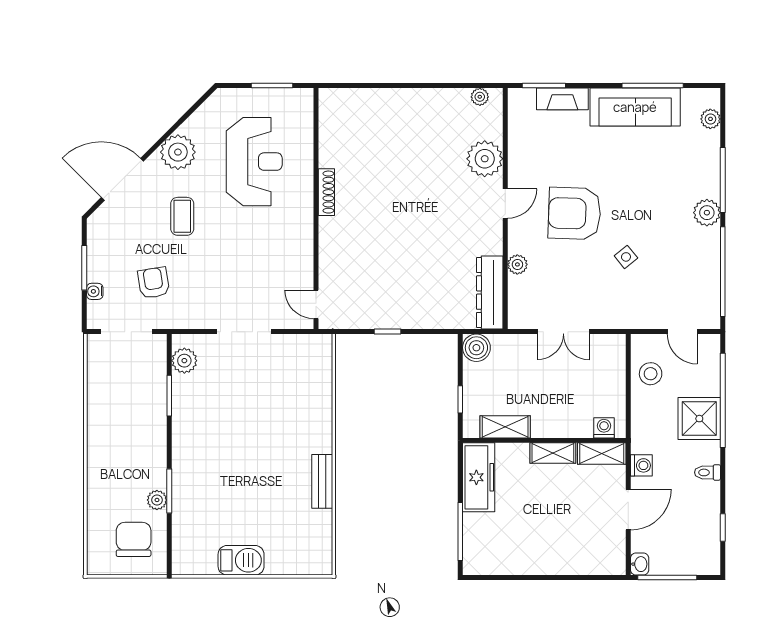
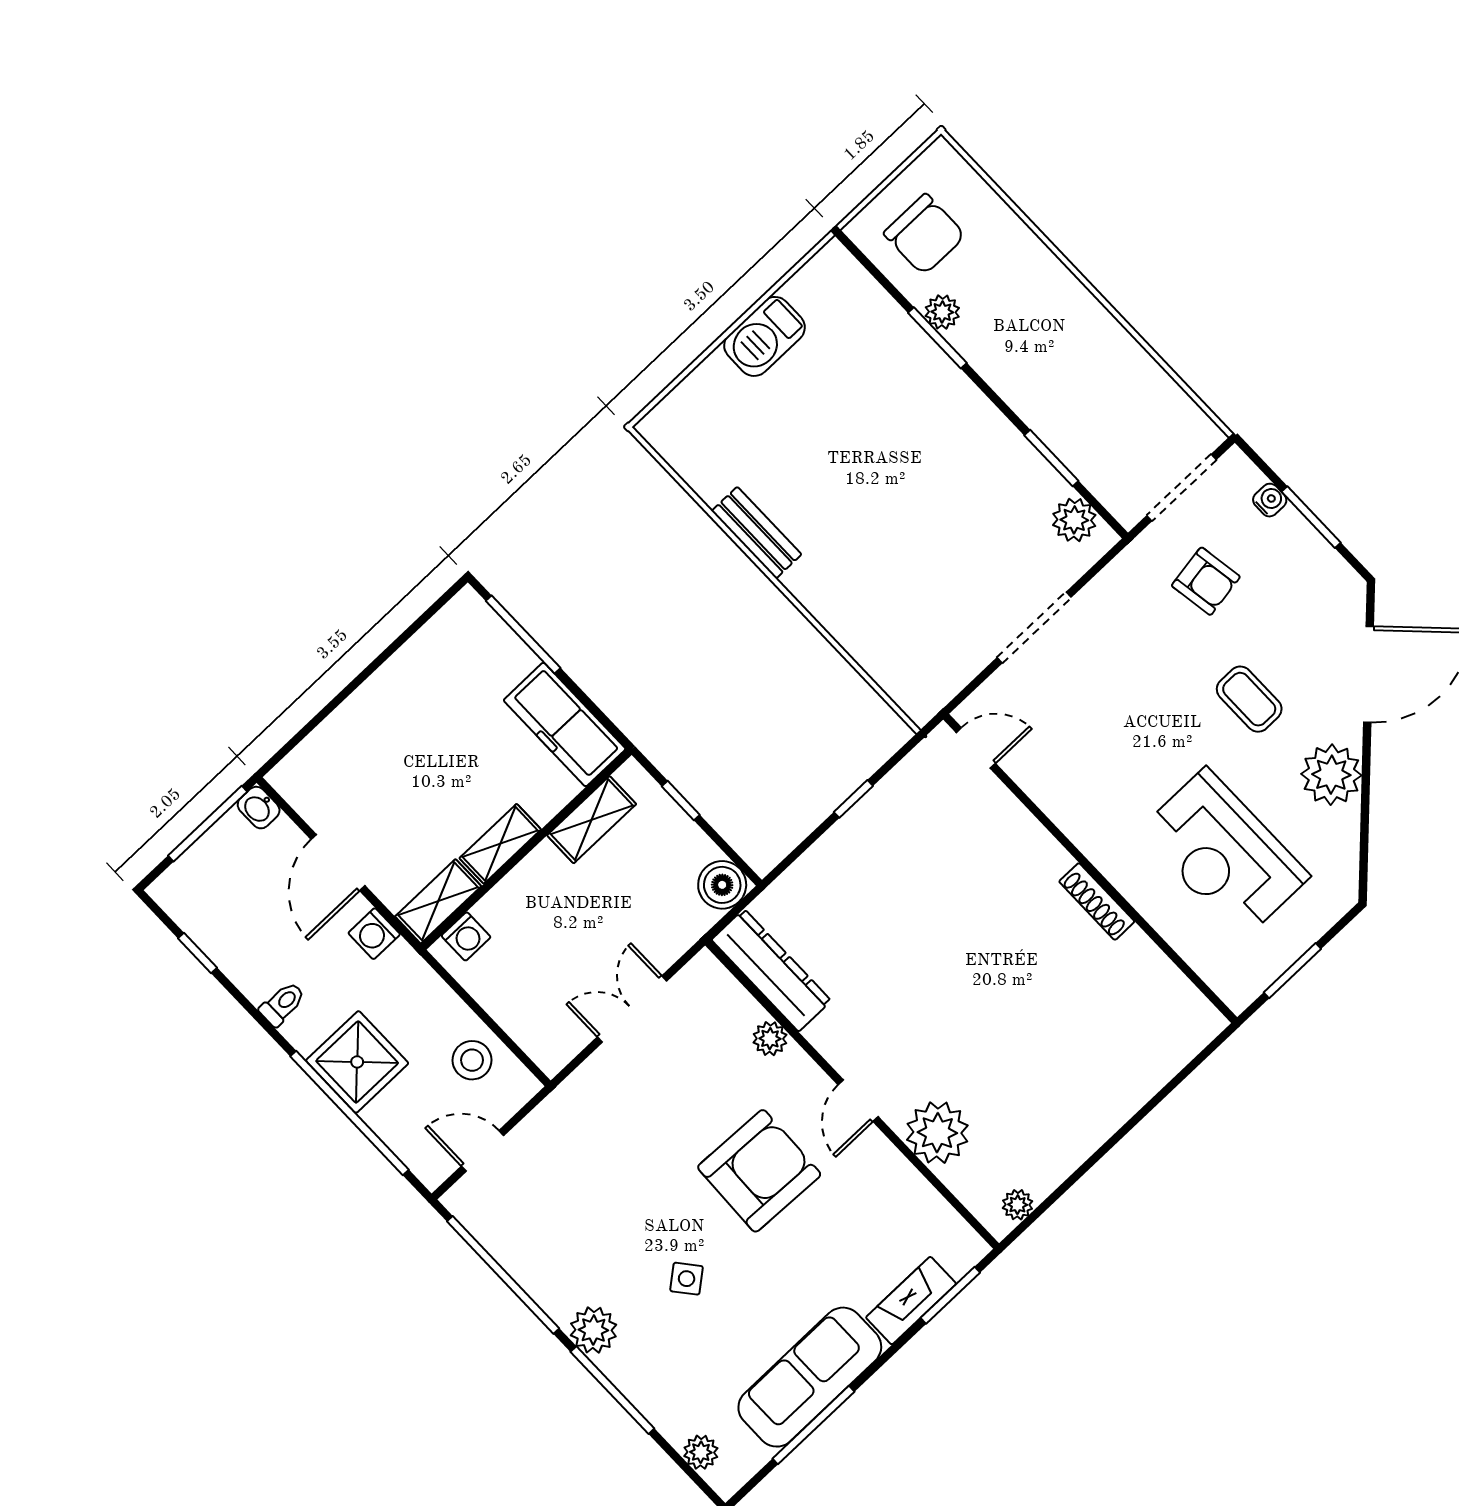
side table: (626, 257) -> (687, 1279), moved

